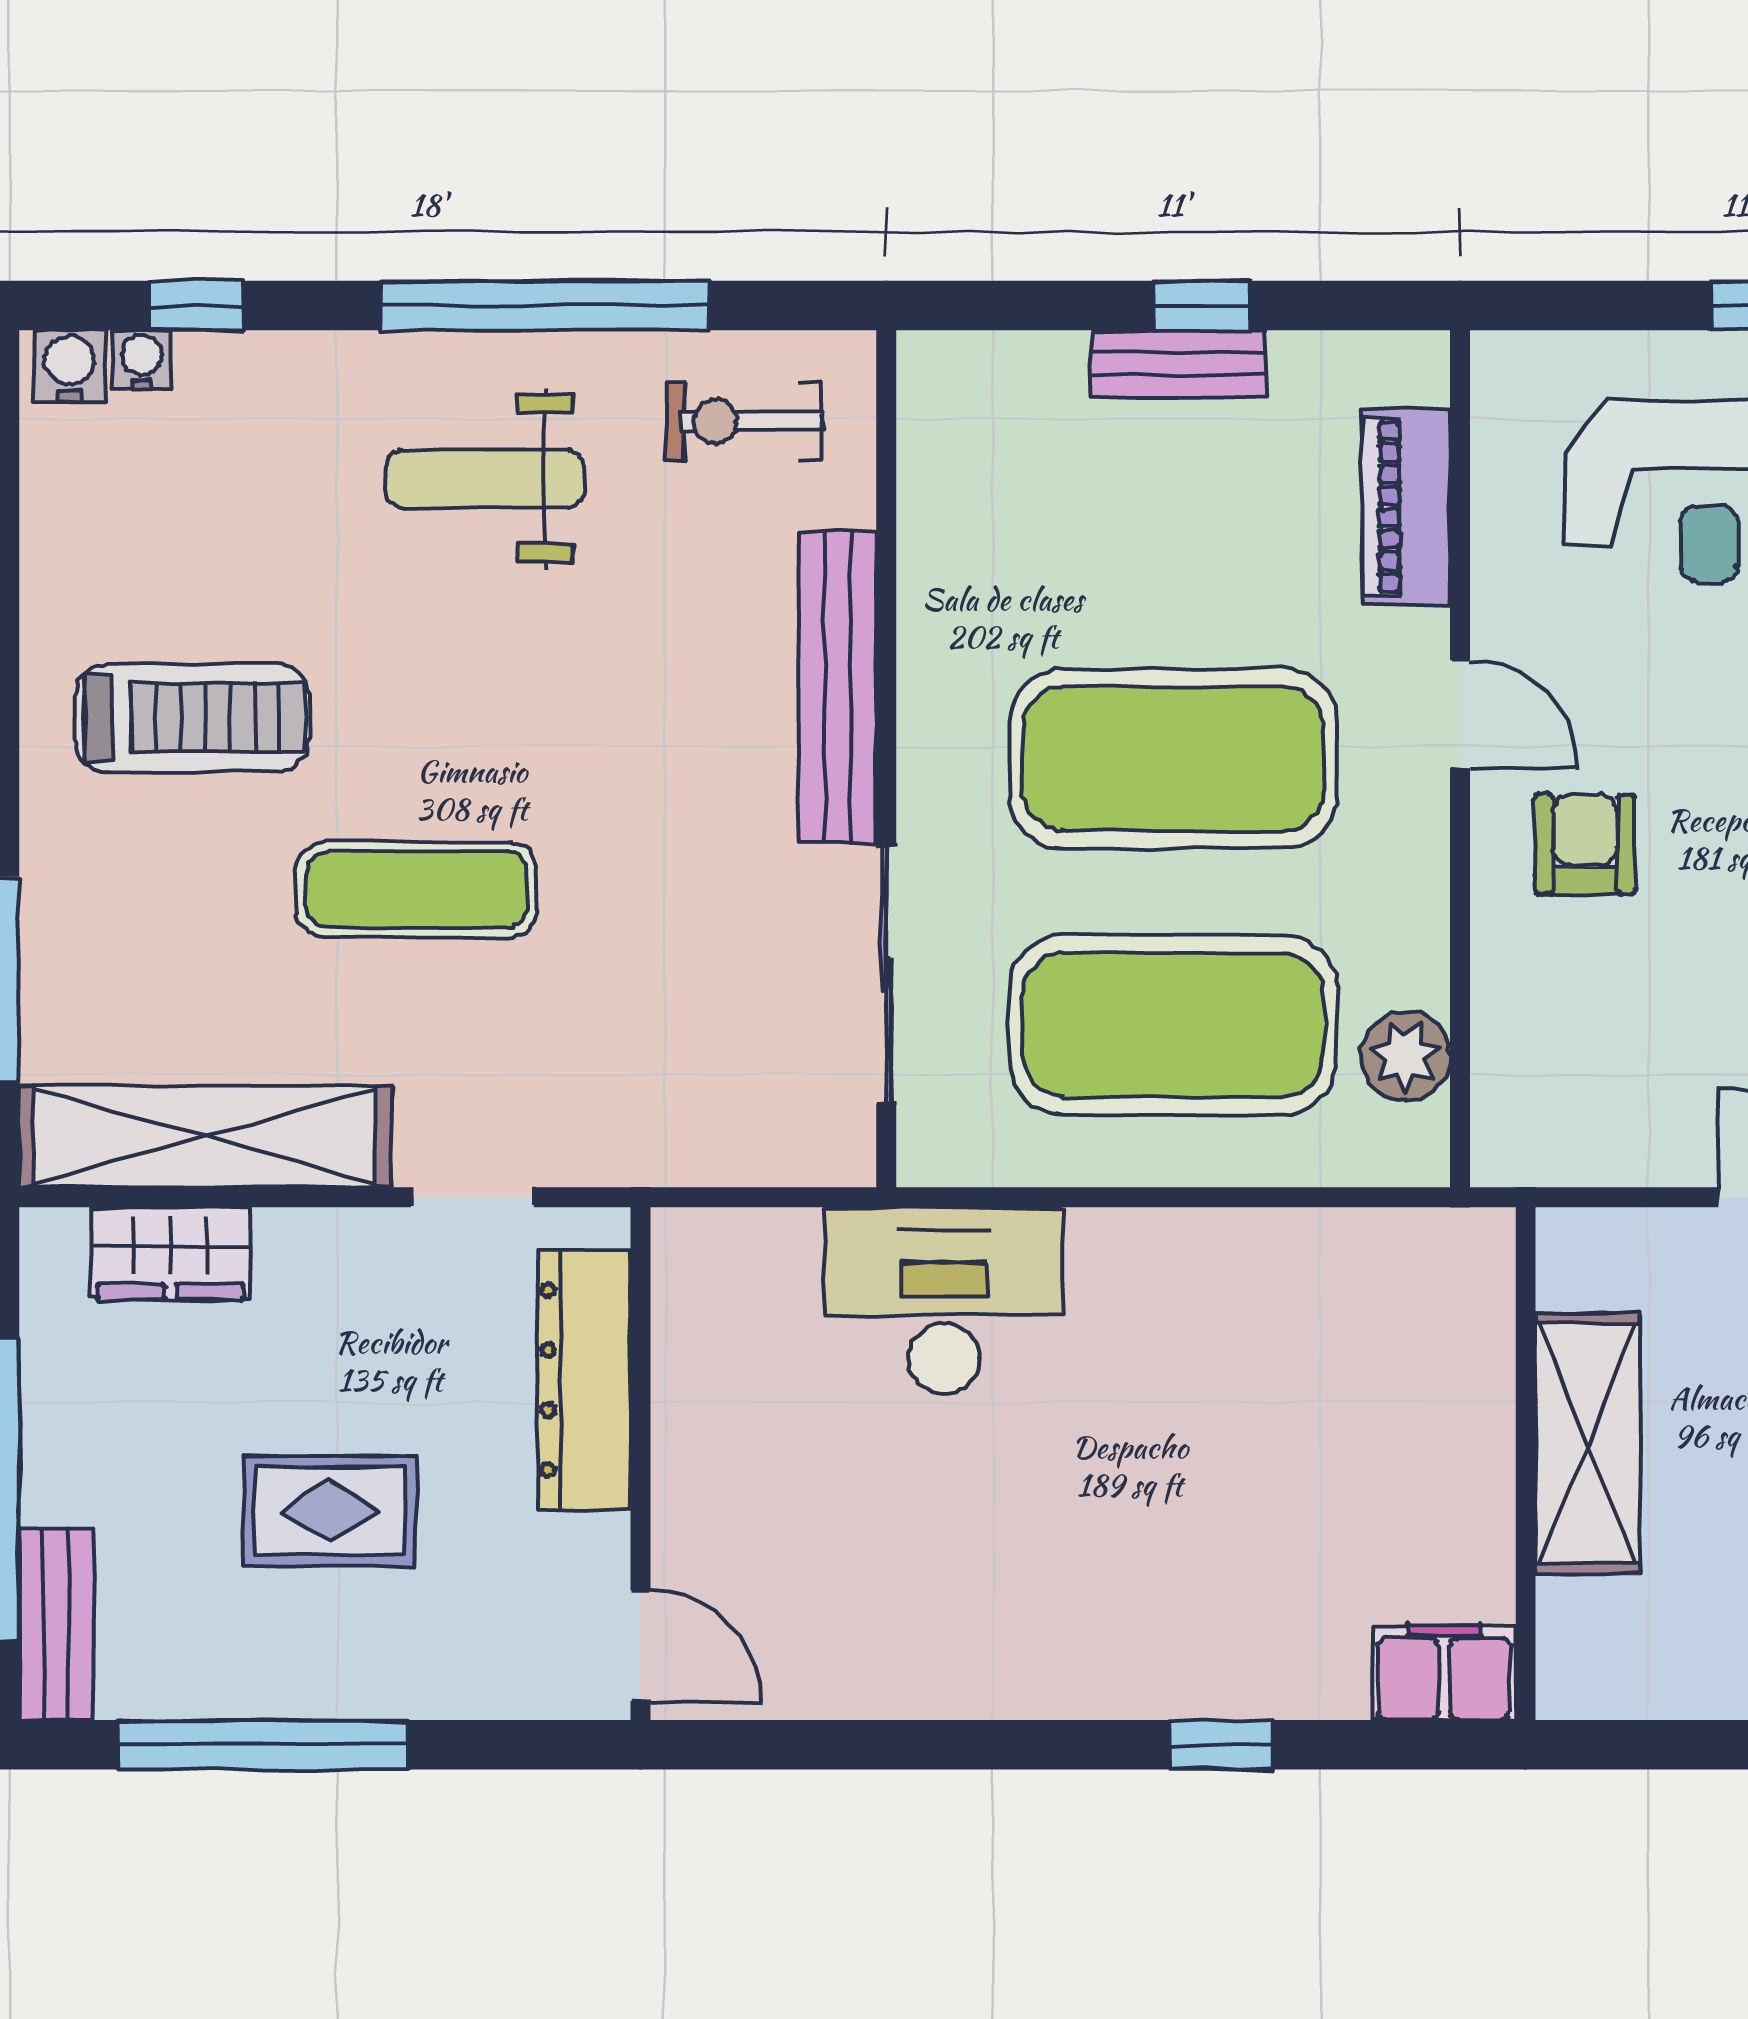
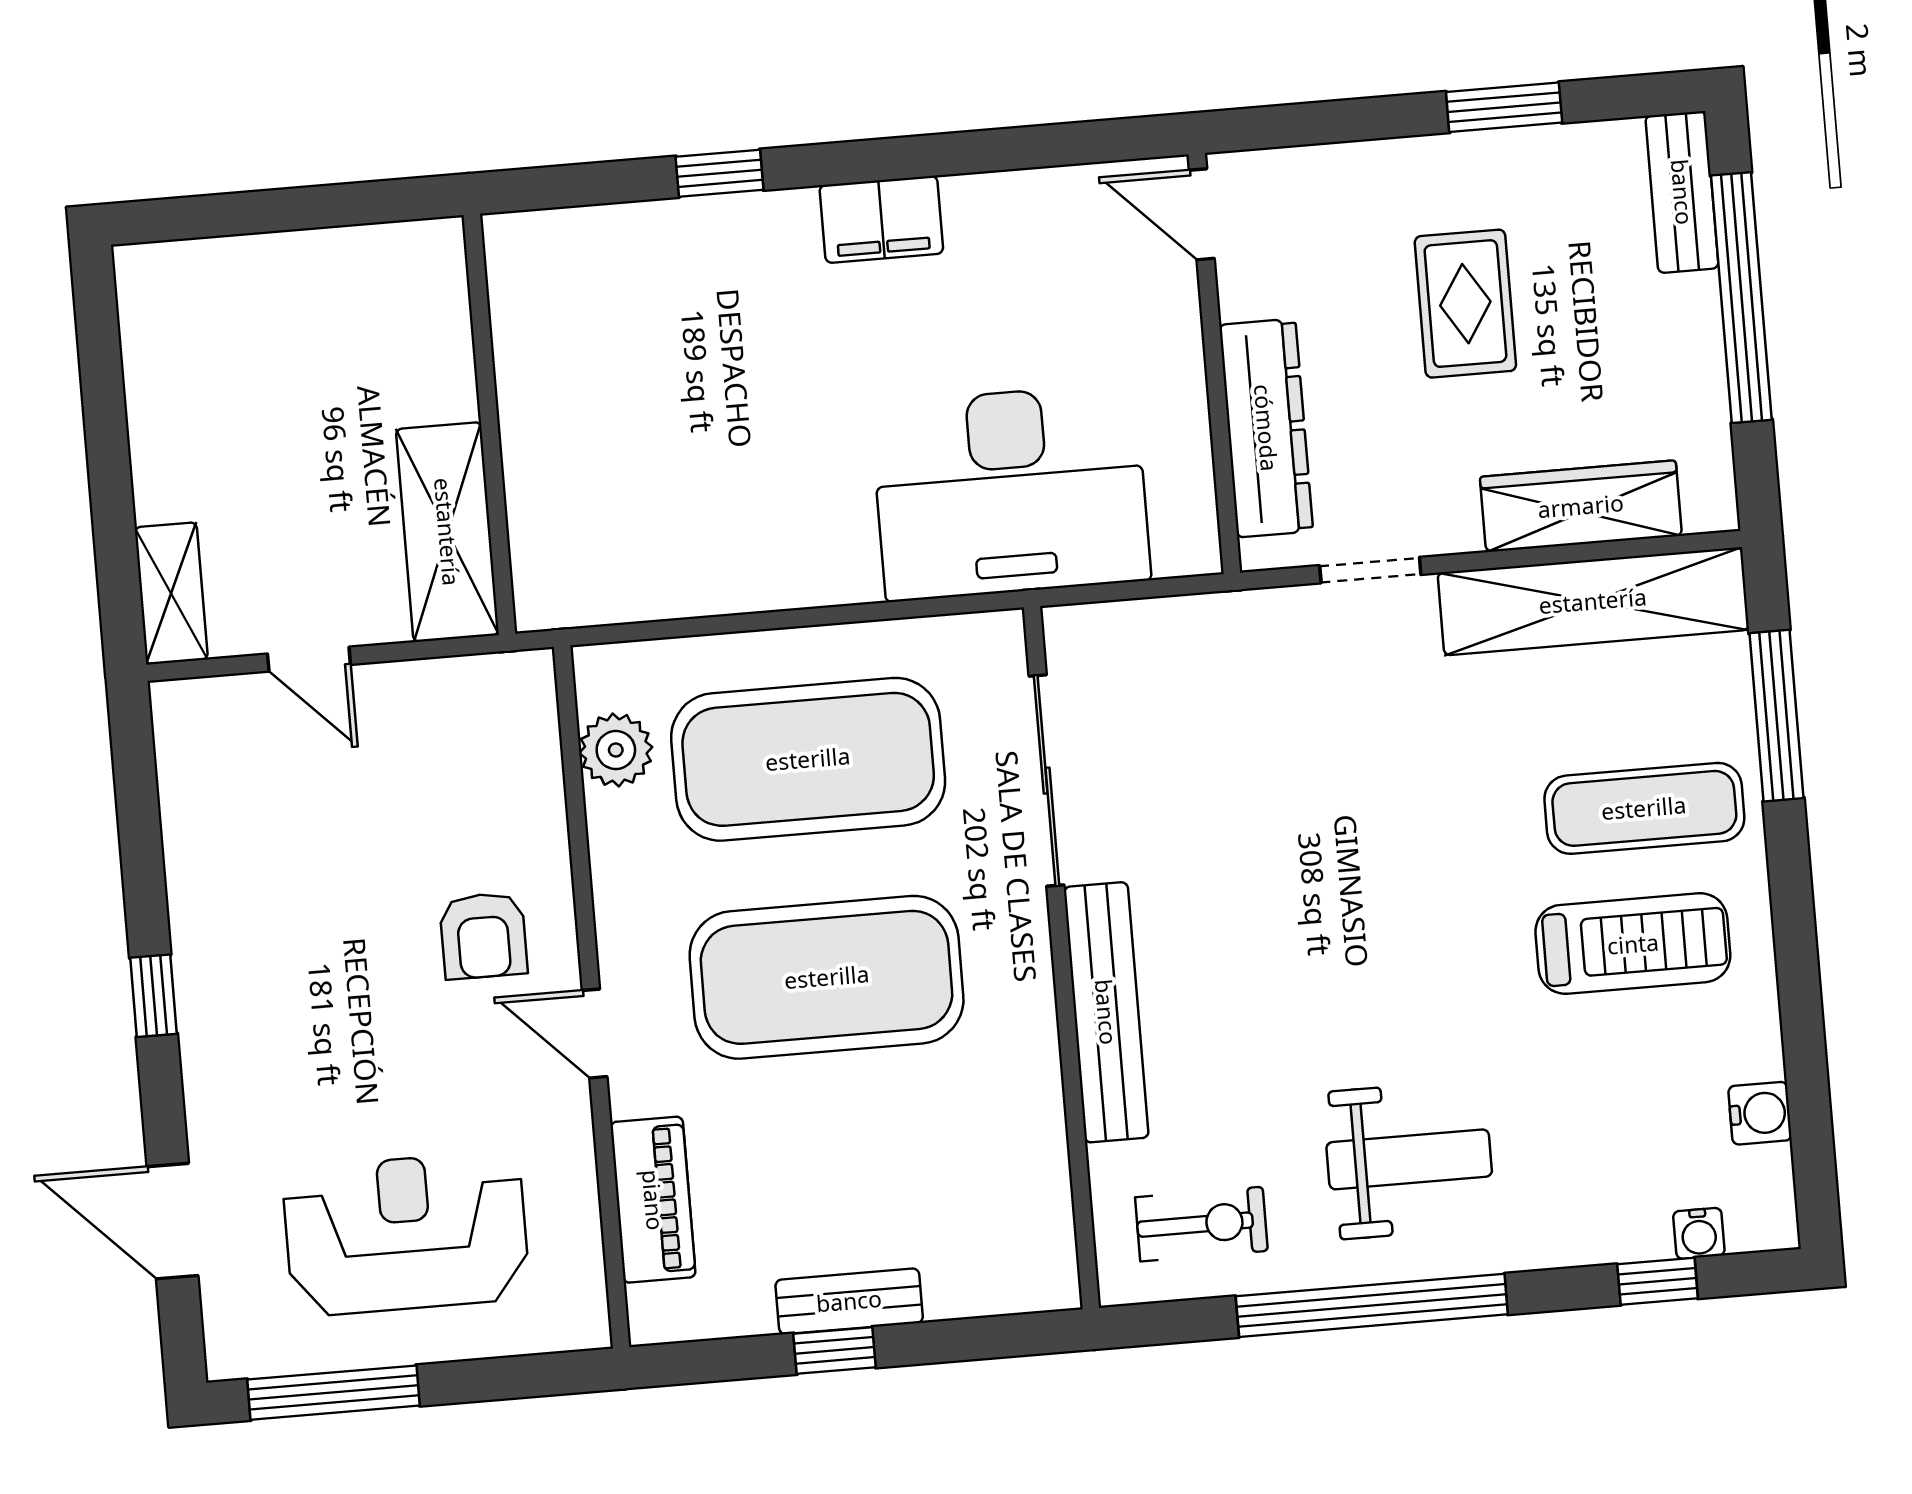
water cooler: (70, 366) -> (1760, 1113), moved, turned -90
treadmill: (192, 718) -> (1633, 944), turned 180
exercise mat: (417, 890) -> (1644, 808), moved
wardrobe: (171, 1253) -> (1581, 506), width x1.50
desk: (944, 1301) -> (1011, 492), width x1.36, depth x1.30
shelving: (1588, 1444) -> (447, 532), moved
rug: (330, 1511) -> (1465, 304), turned 90
filing cabinet: (1444, 1672) -> (881, 219), moved
window: (263, 1745) -> (1504, 107), width x0.47

